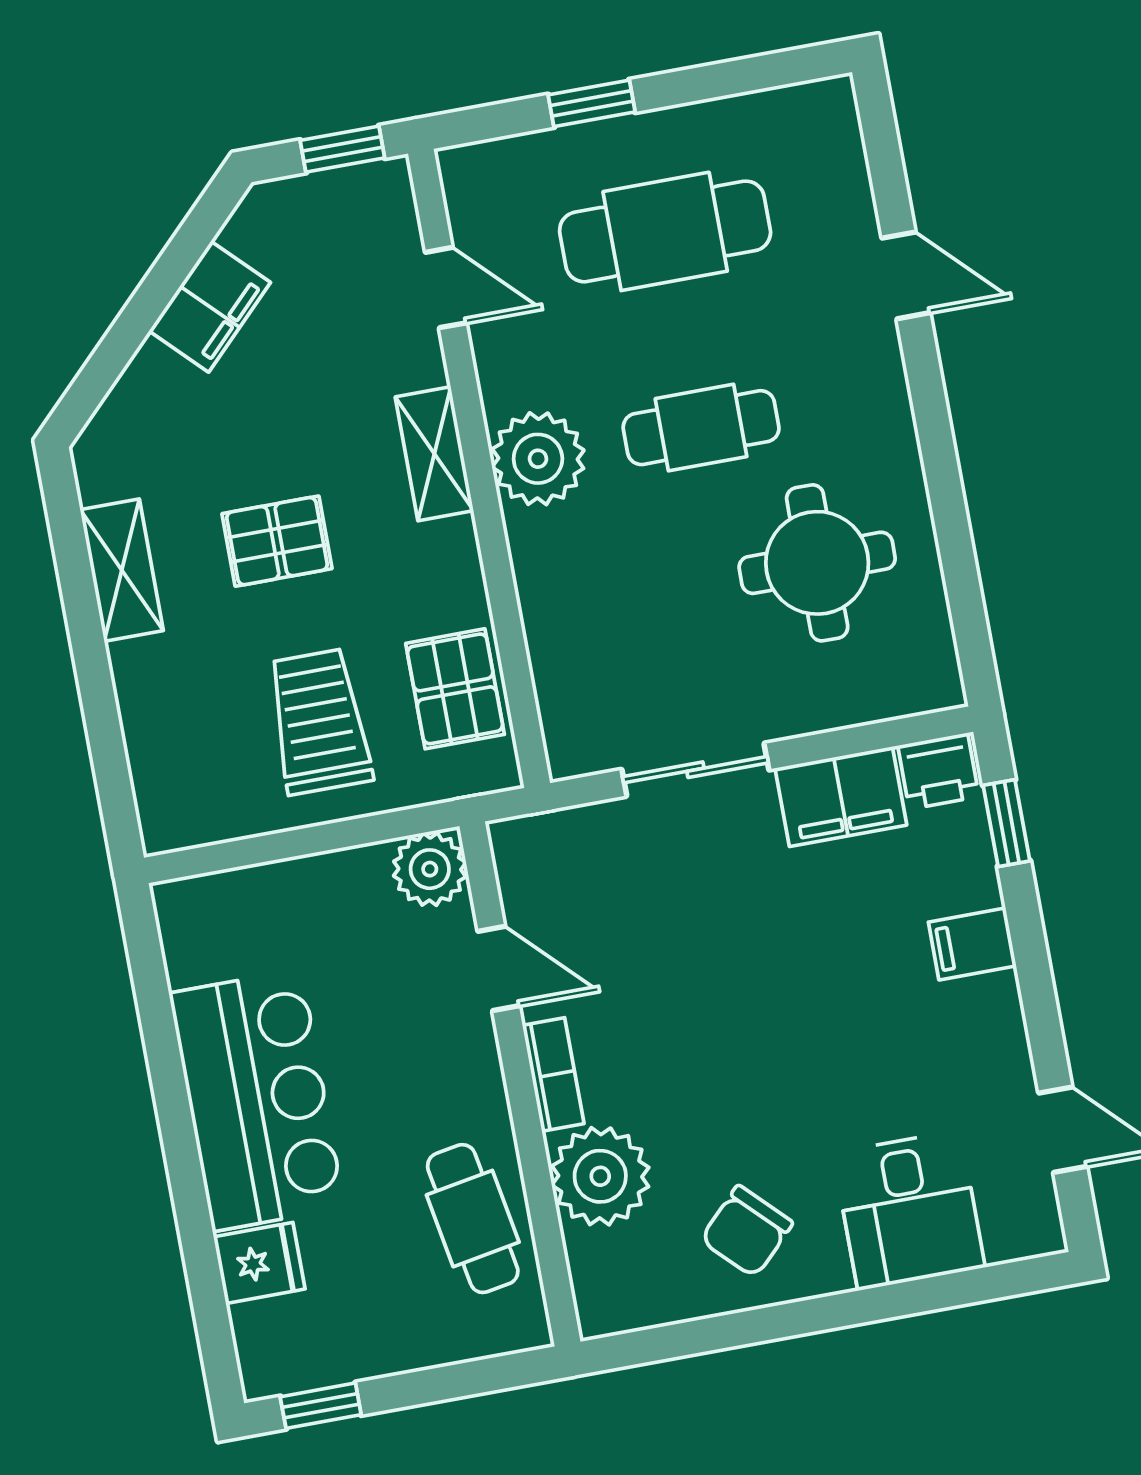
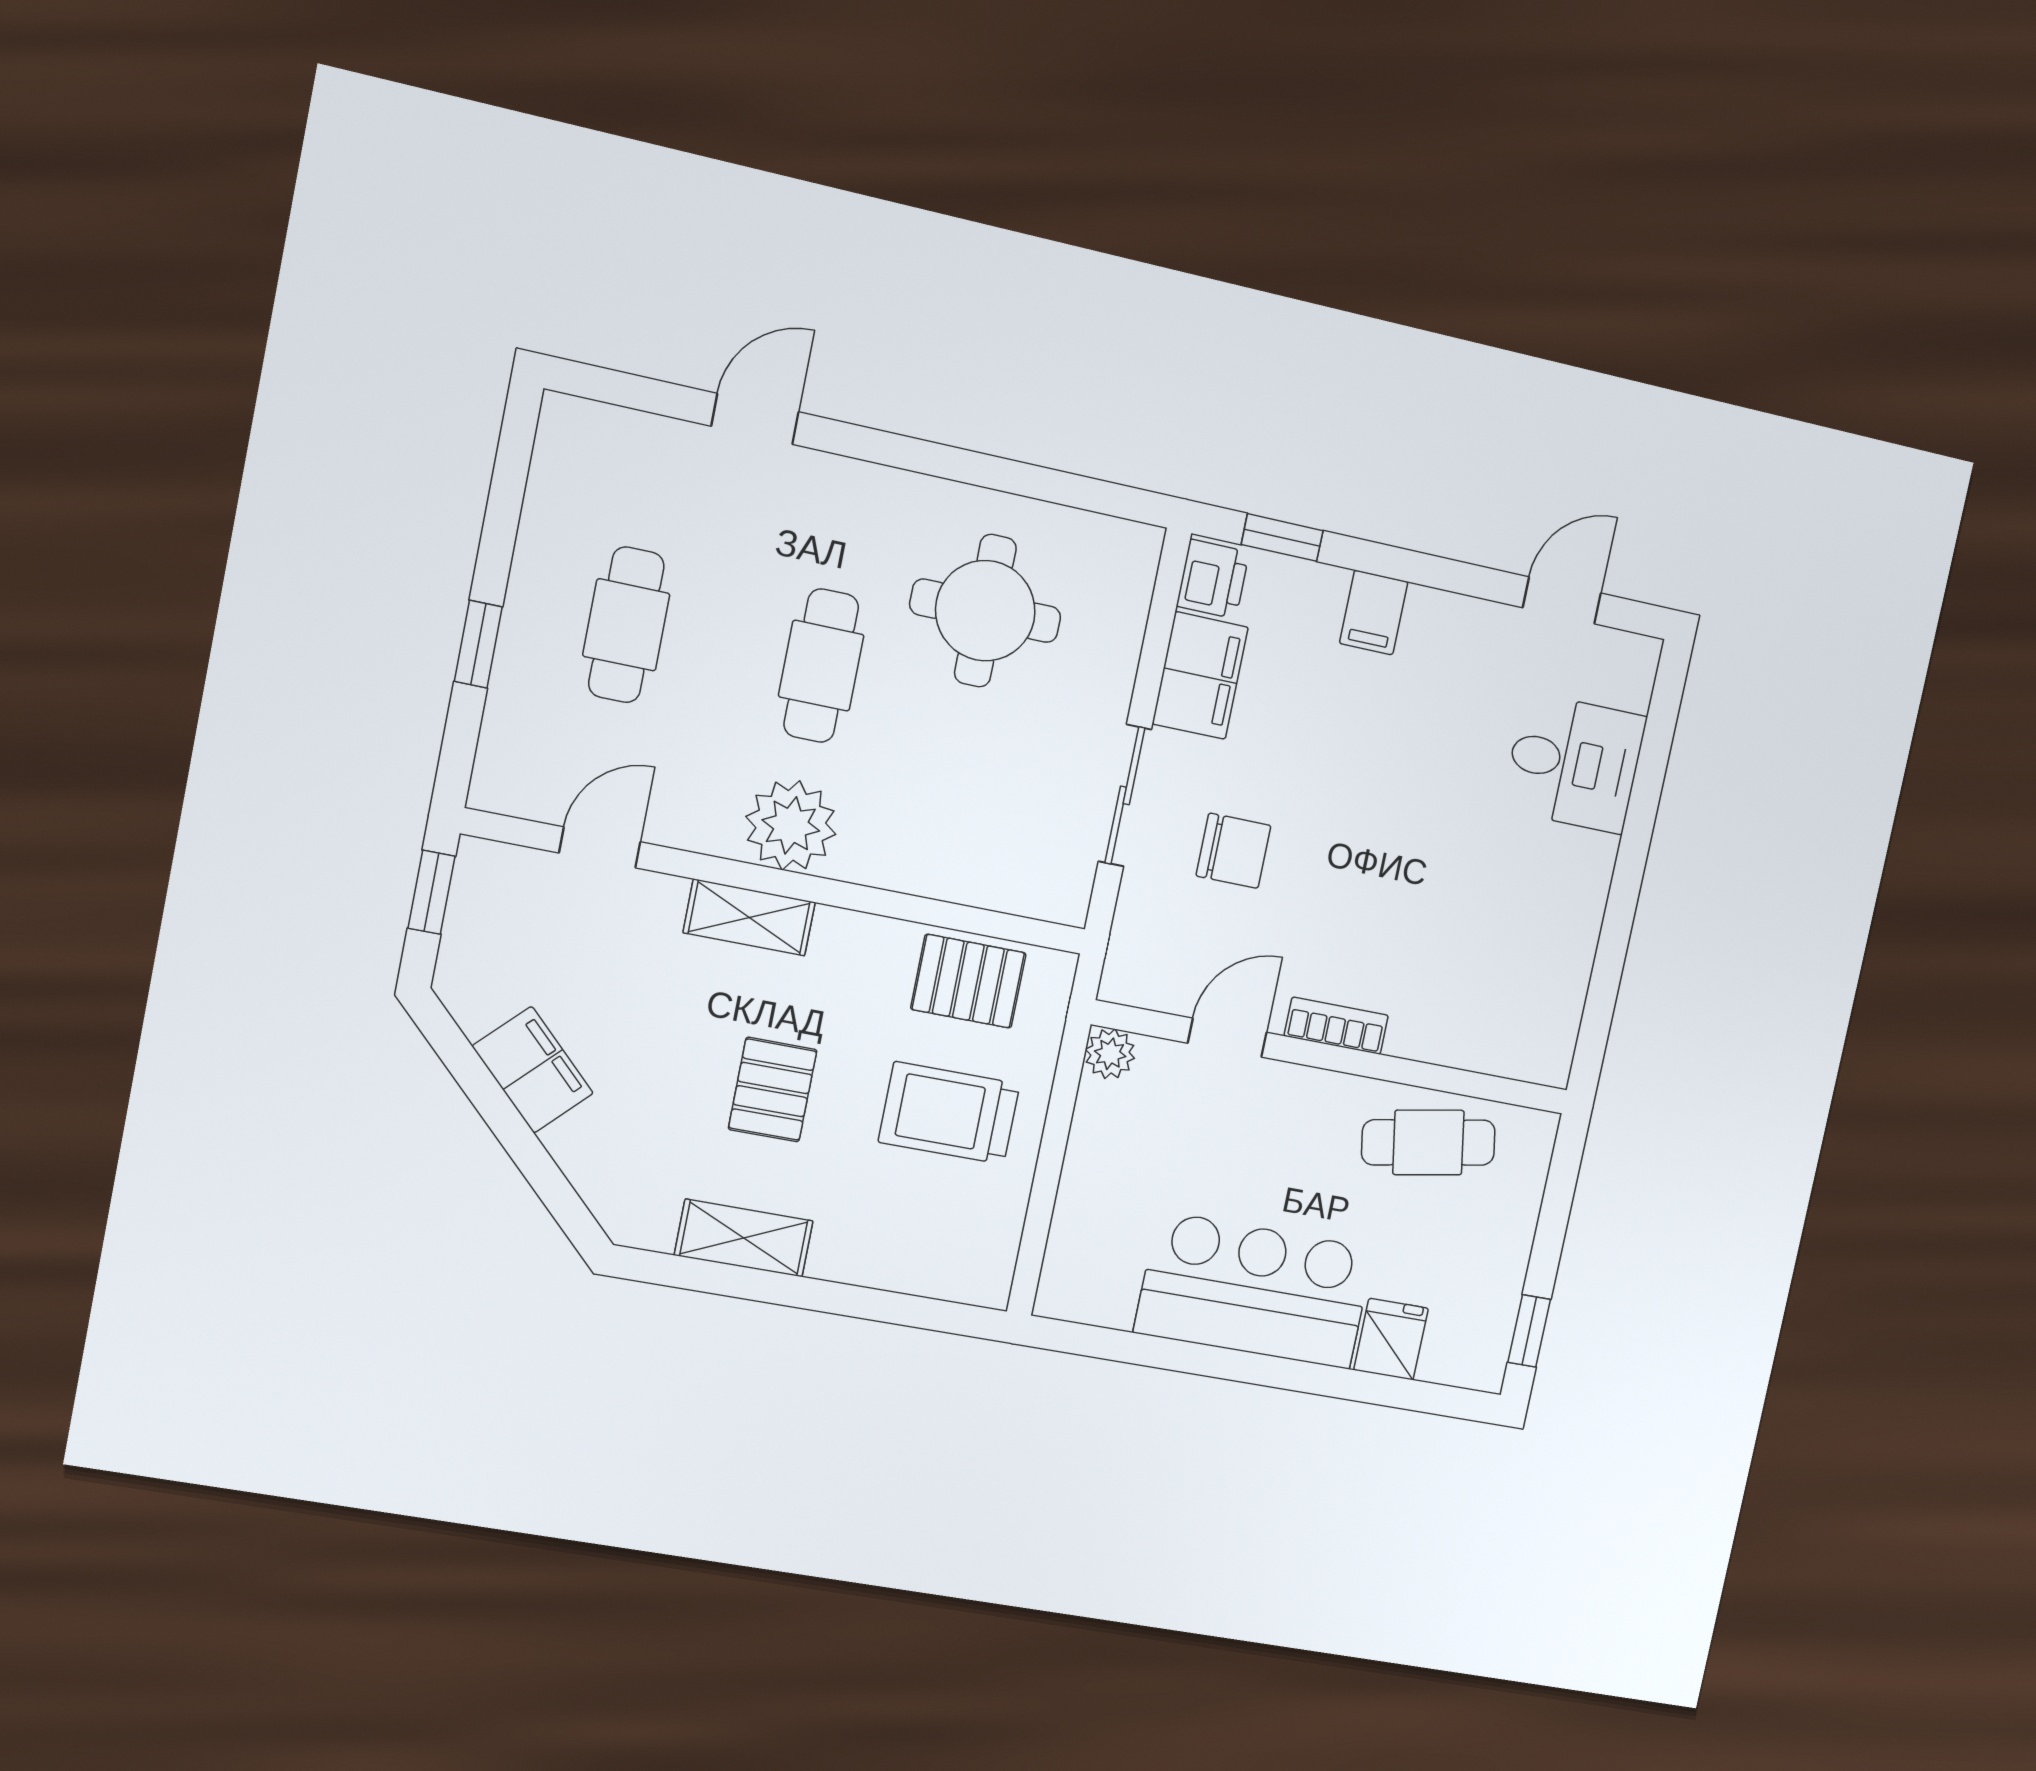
cafe table: (665, 231) -> (626, 625), width x0.73, depth x0.74
plant: (430, 869) -> (1110, 1054), width x0.73, depth x0.73
plant: (600, 1176) -> (1438, 1019), removed
chair: (747, 1231) -> (1233, 851), moved, turned -45

